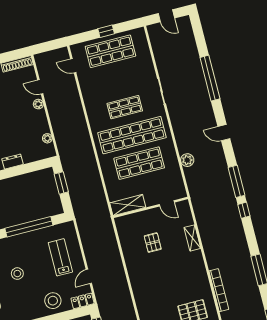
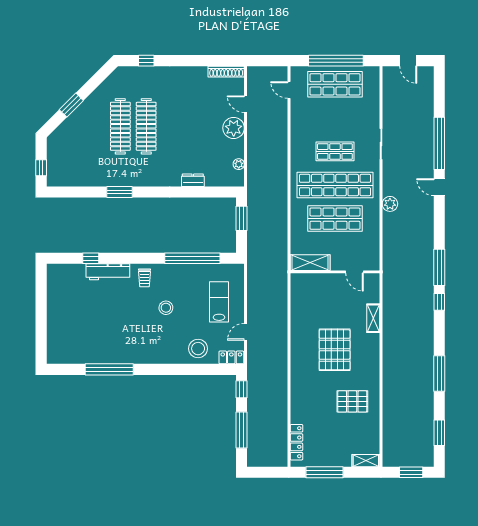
window: (106, 31) -> (336, 61), width x3.17
plant: (38, 104) -> (234, 128), width x1.87, depth x1.87
door: (224, 133) -> (439, 187), moved
plant: (187, 160) -> (390, 204), moved
pallet: (153, 243) -> (335, 350), moved, width x2.05, depth x2.00
bookcase: (219, 290) -> (388, 385), removed

